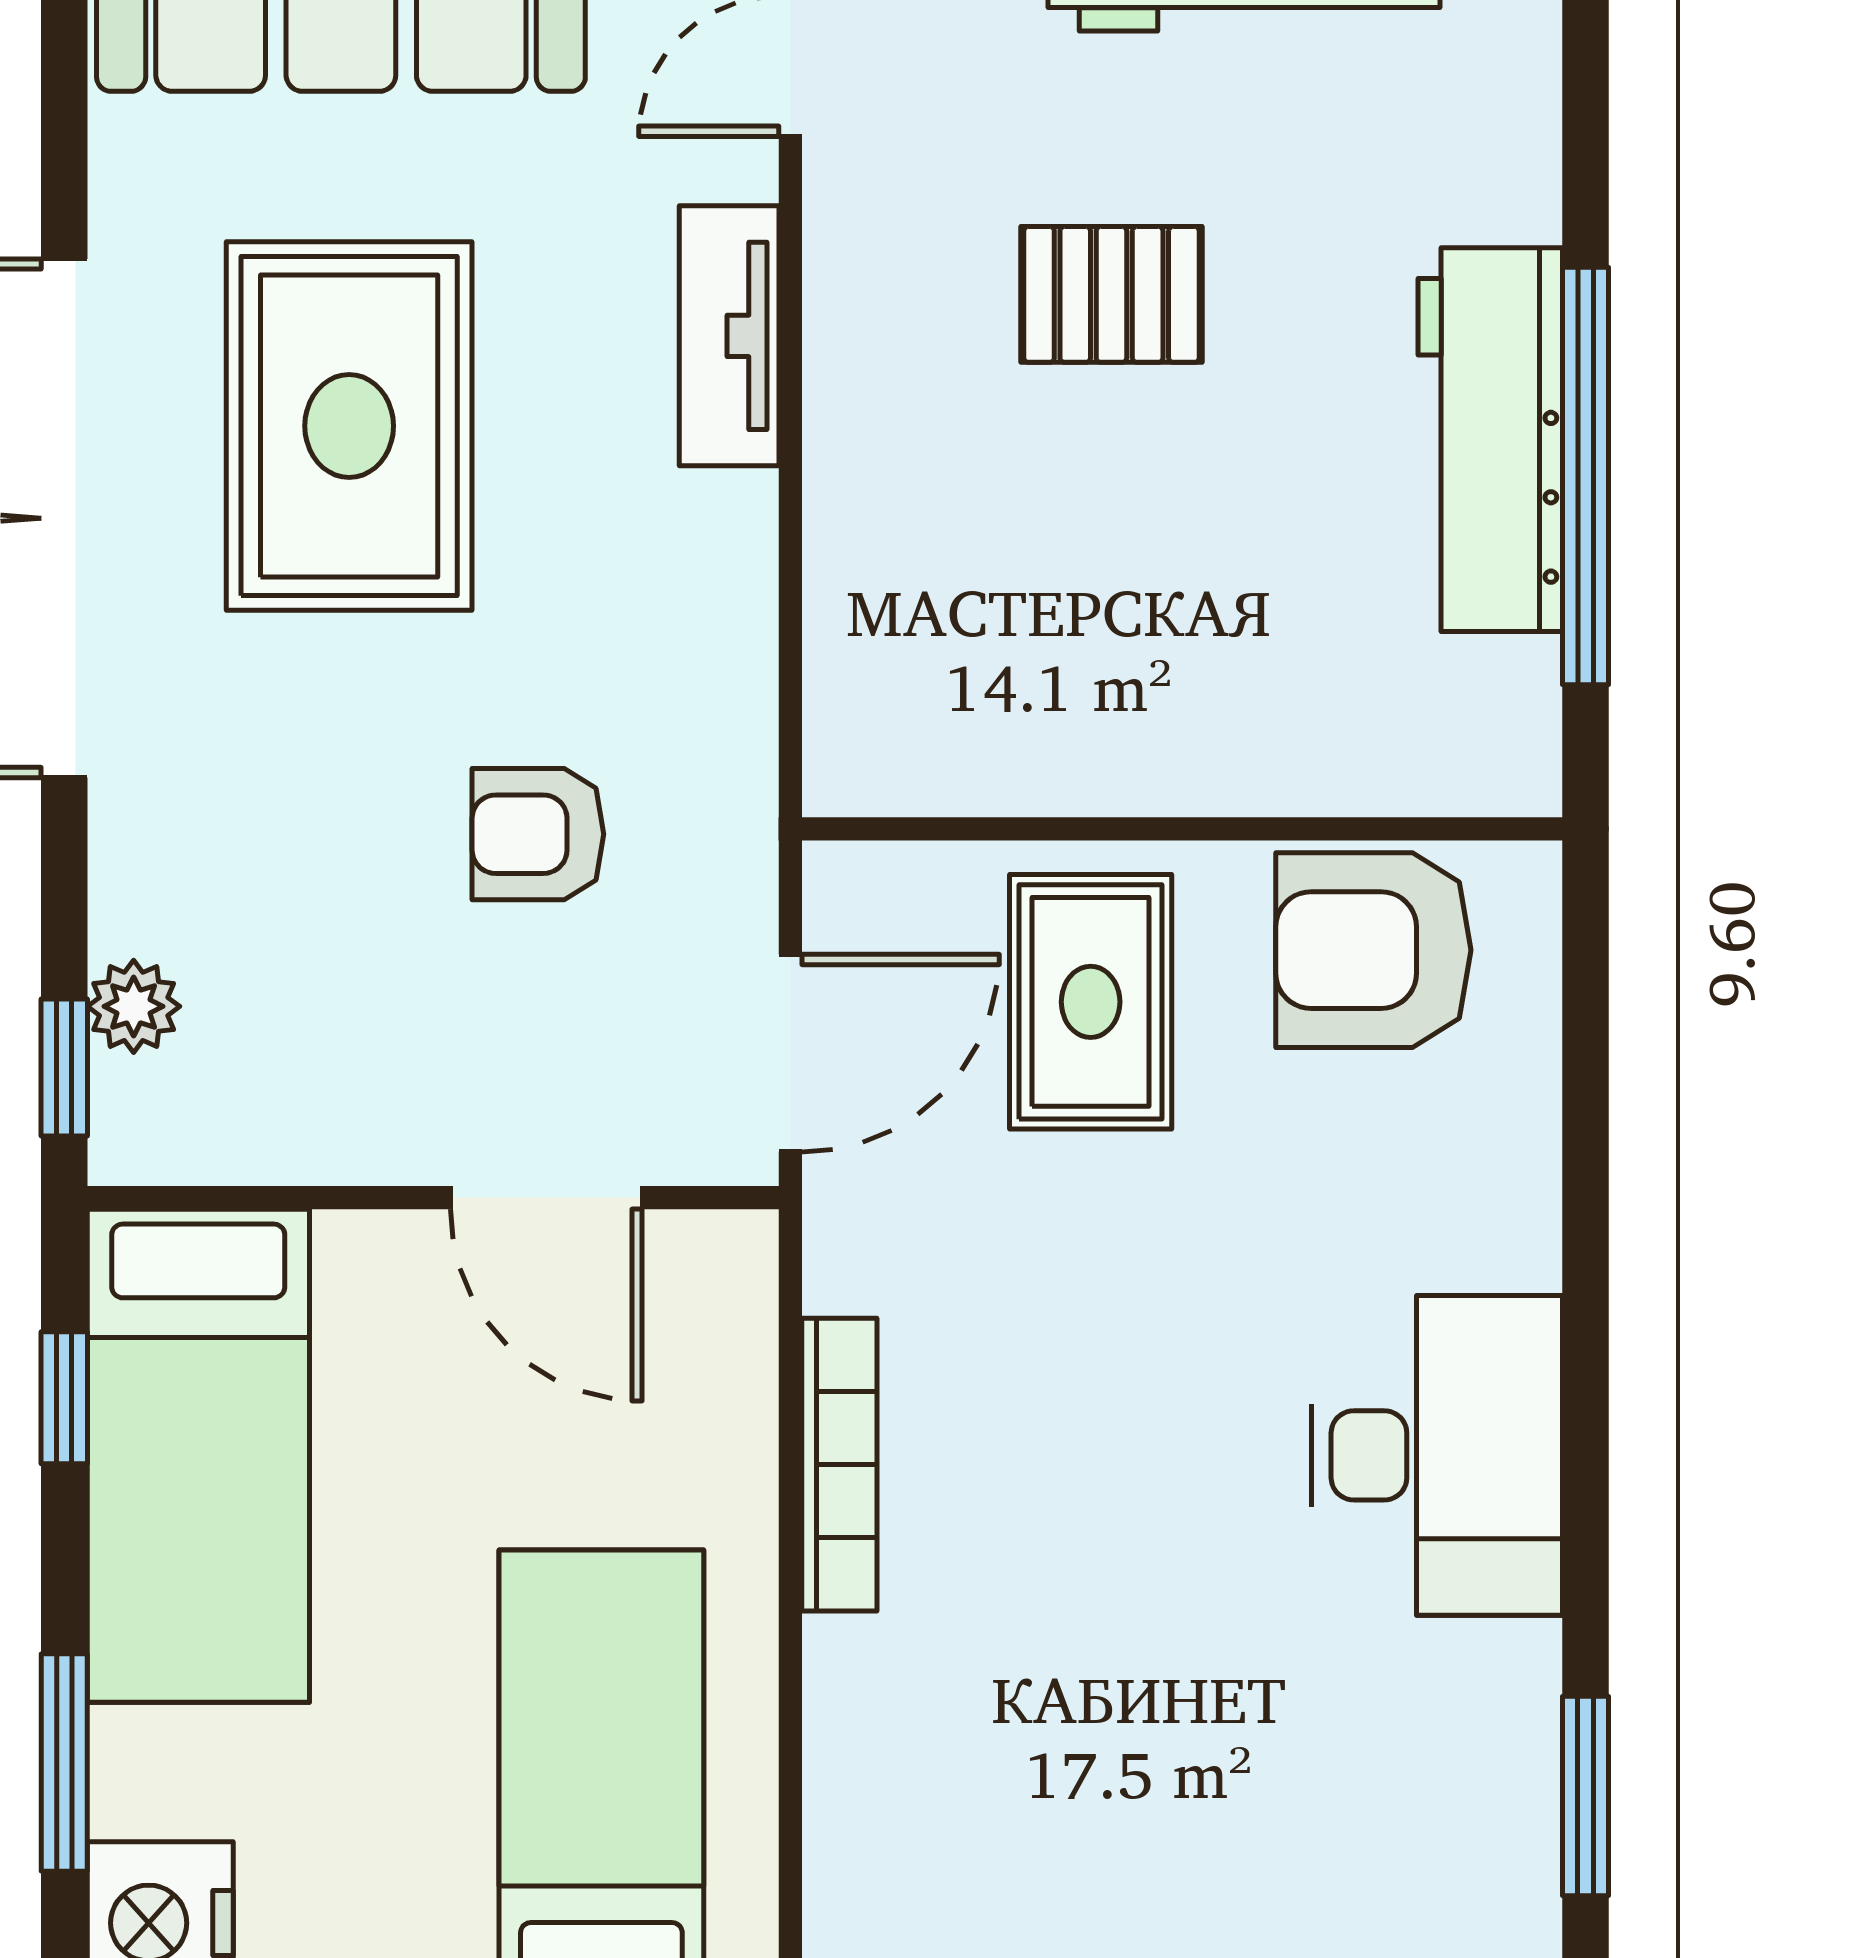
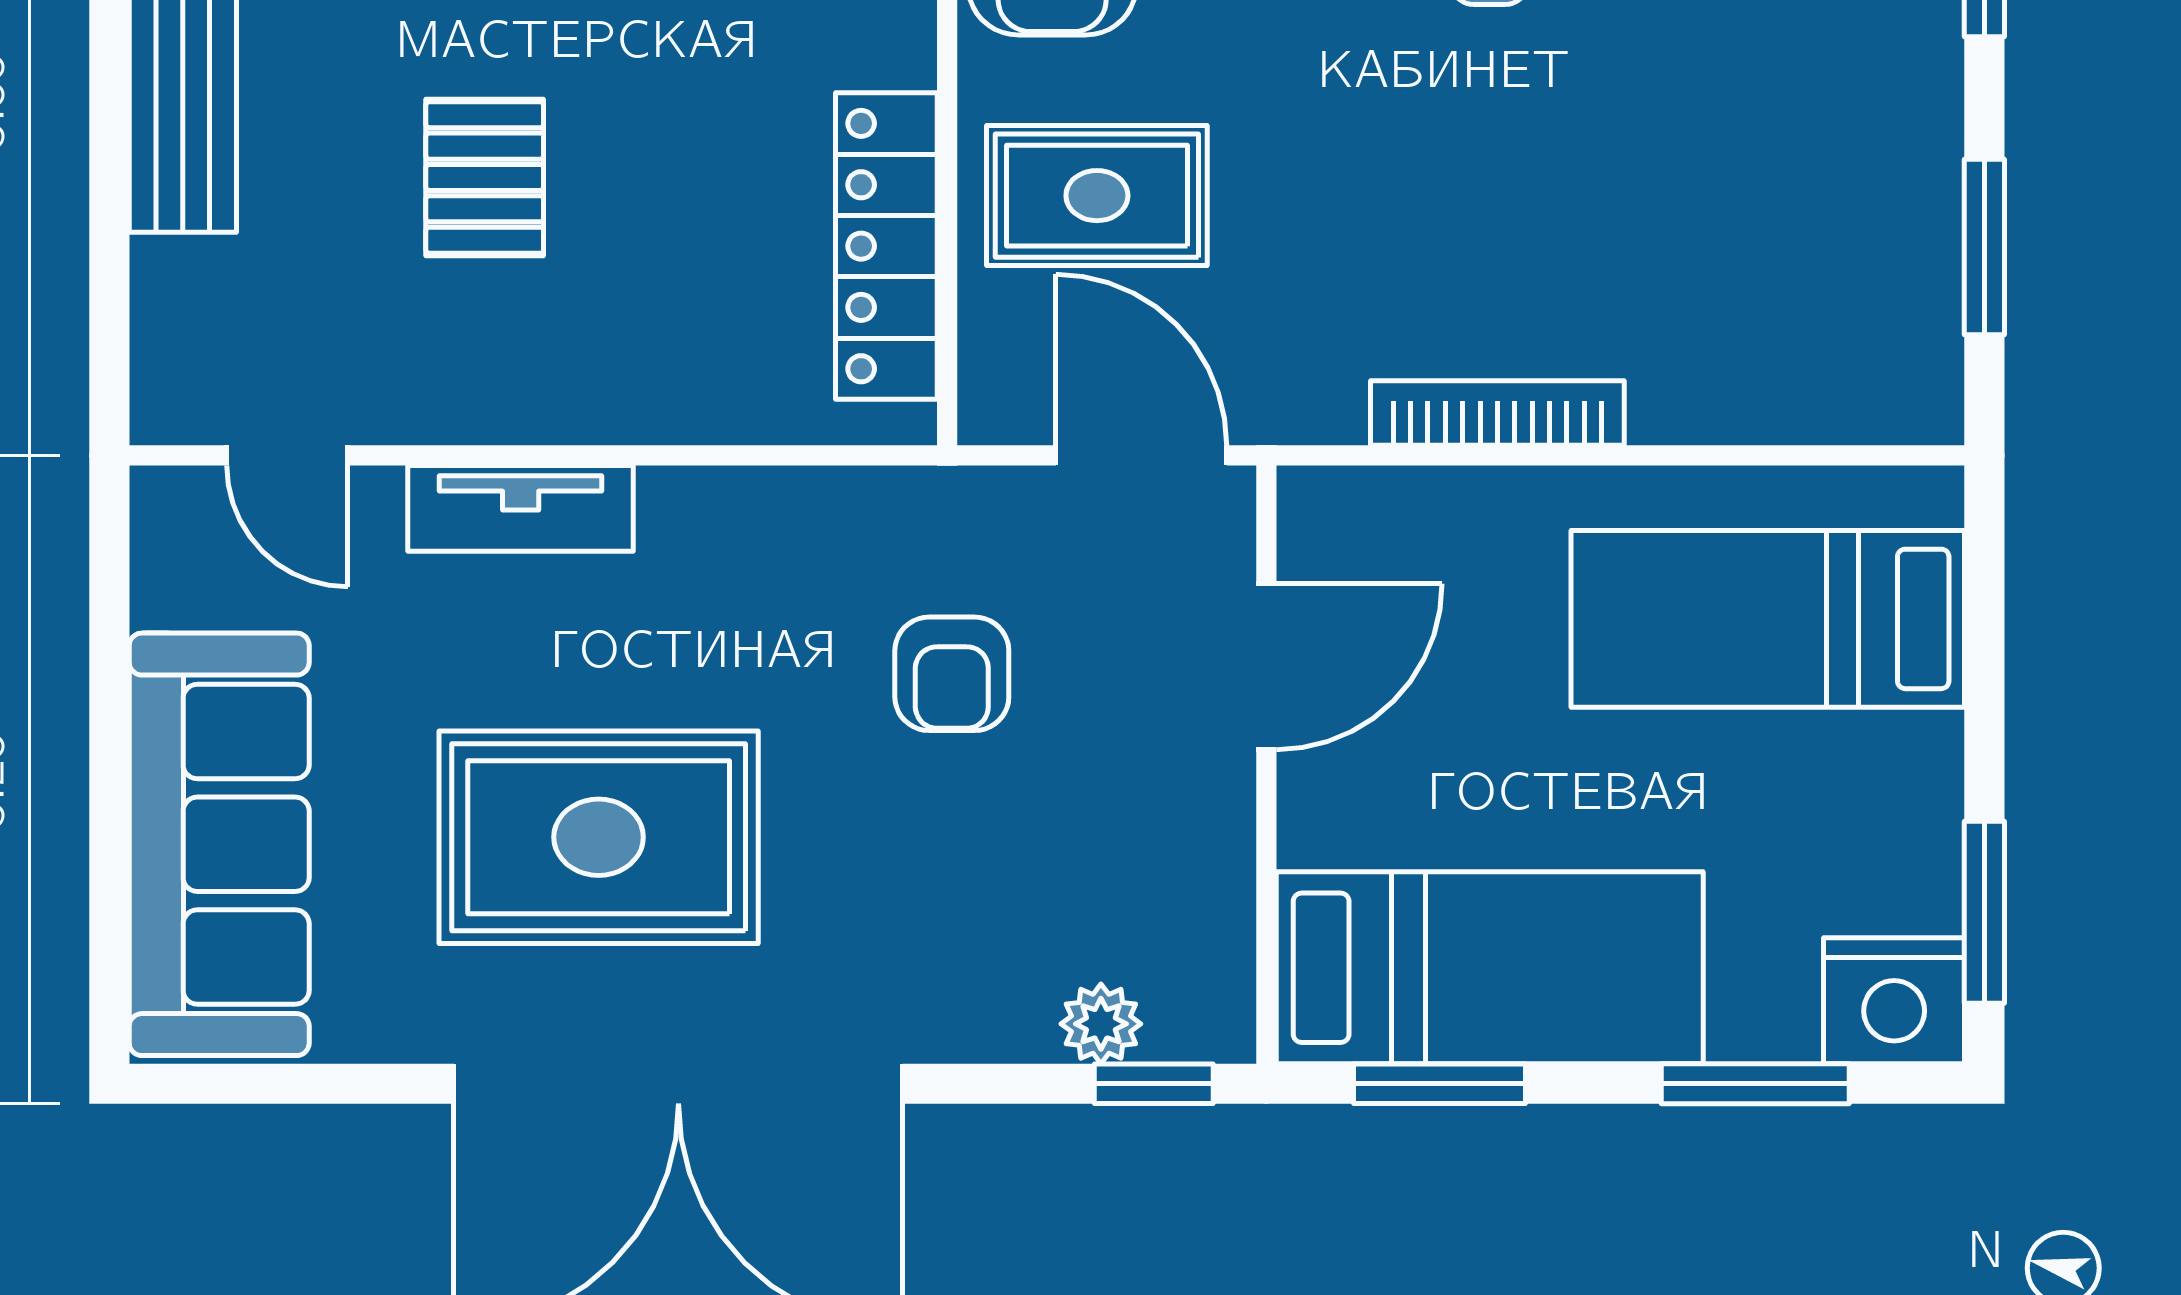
locker: (1032, 759) -> (886, 246), added
window: (64, 1398) -> (1440, 1084), width x1.50

